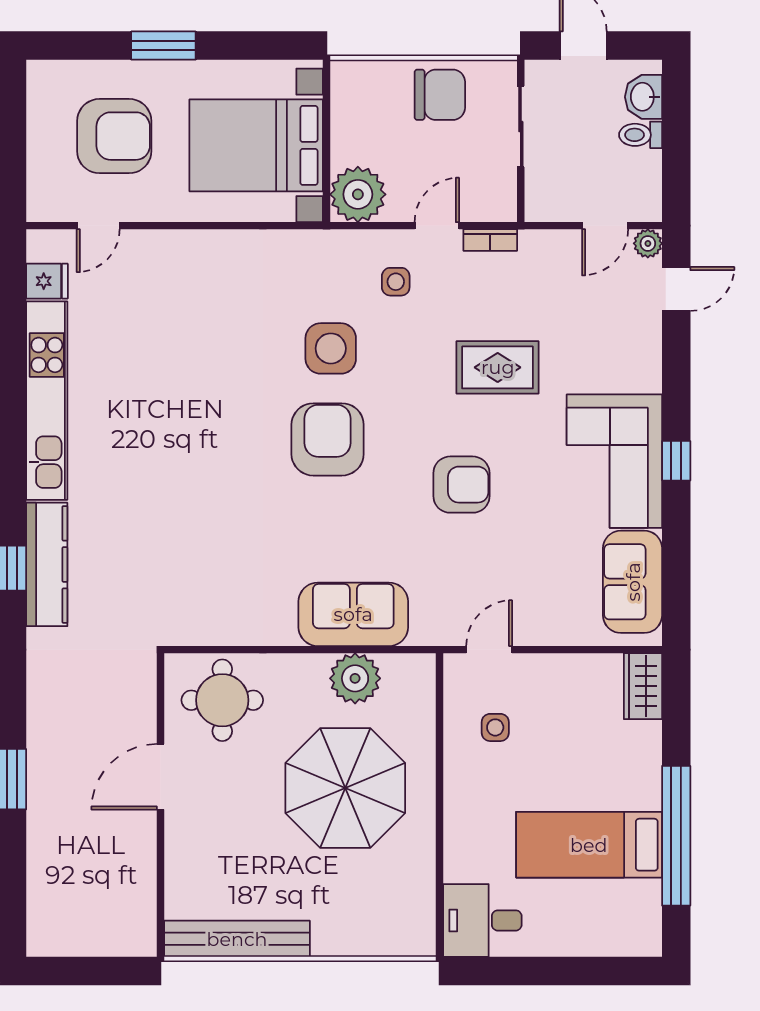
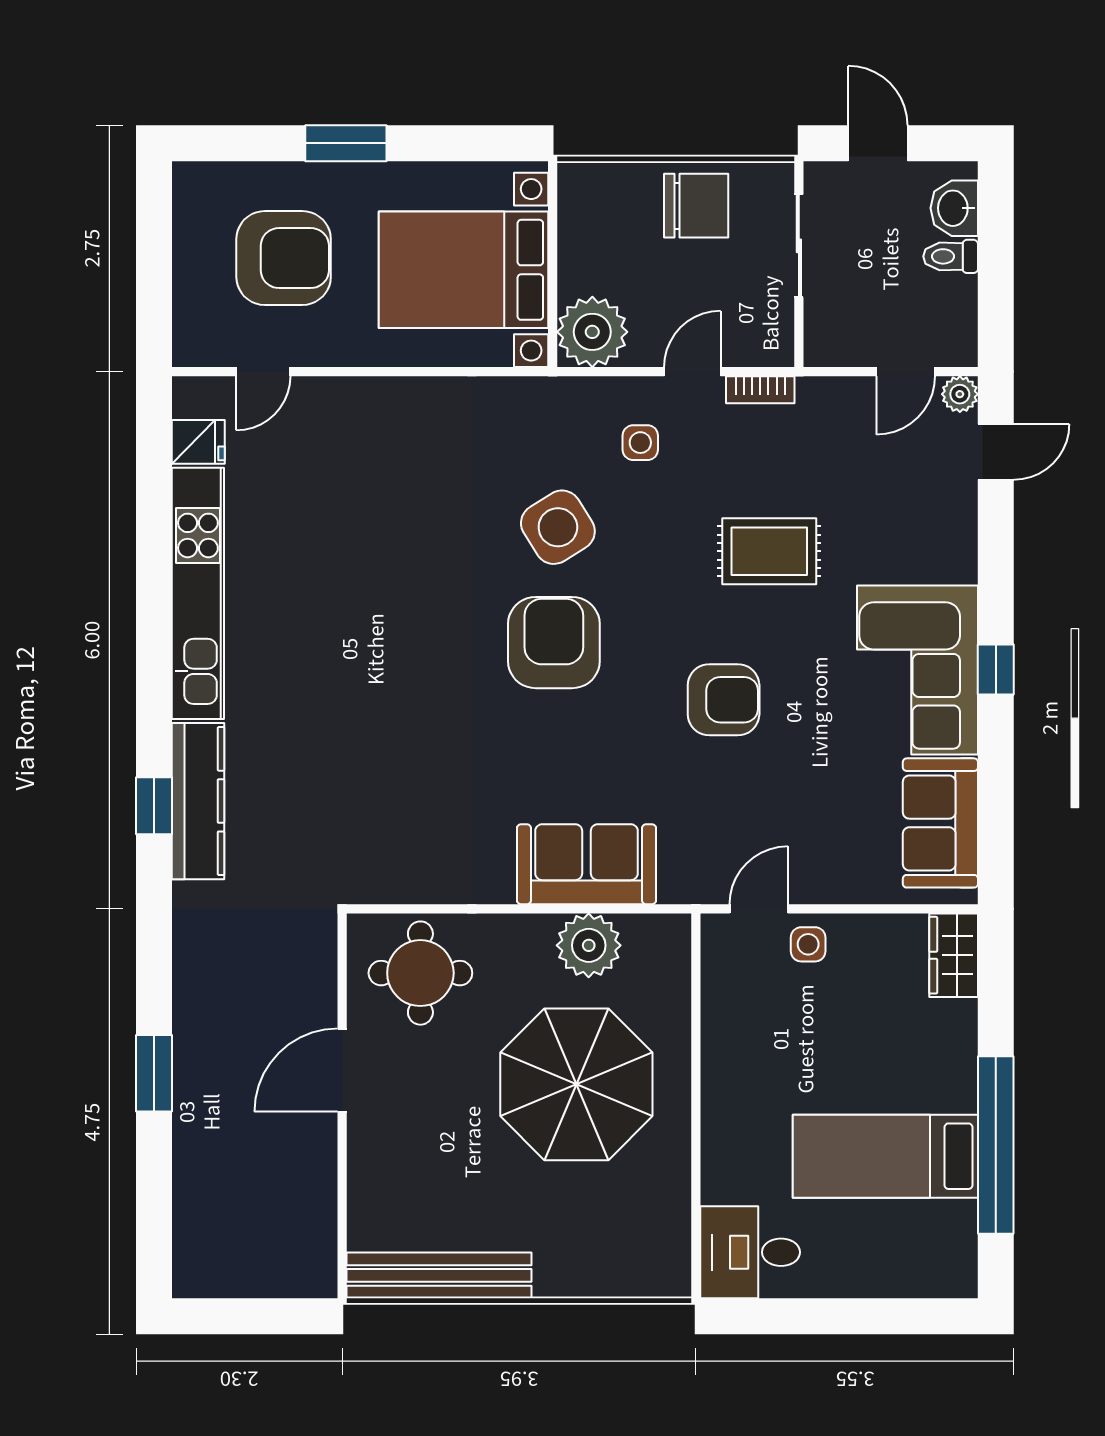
side table: (331, 348) -> (558, 527), turned -32
side table: (495, 727) -> (808, 944), moved

